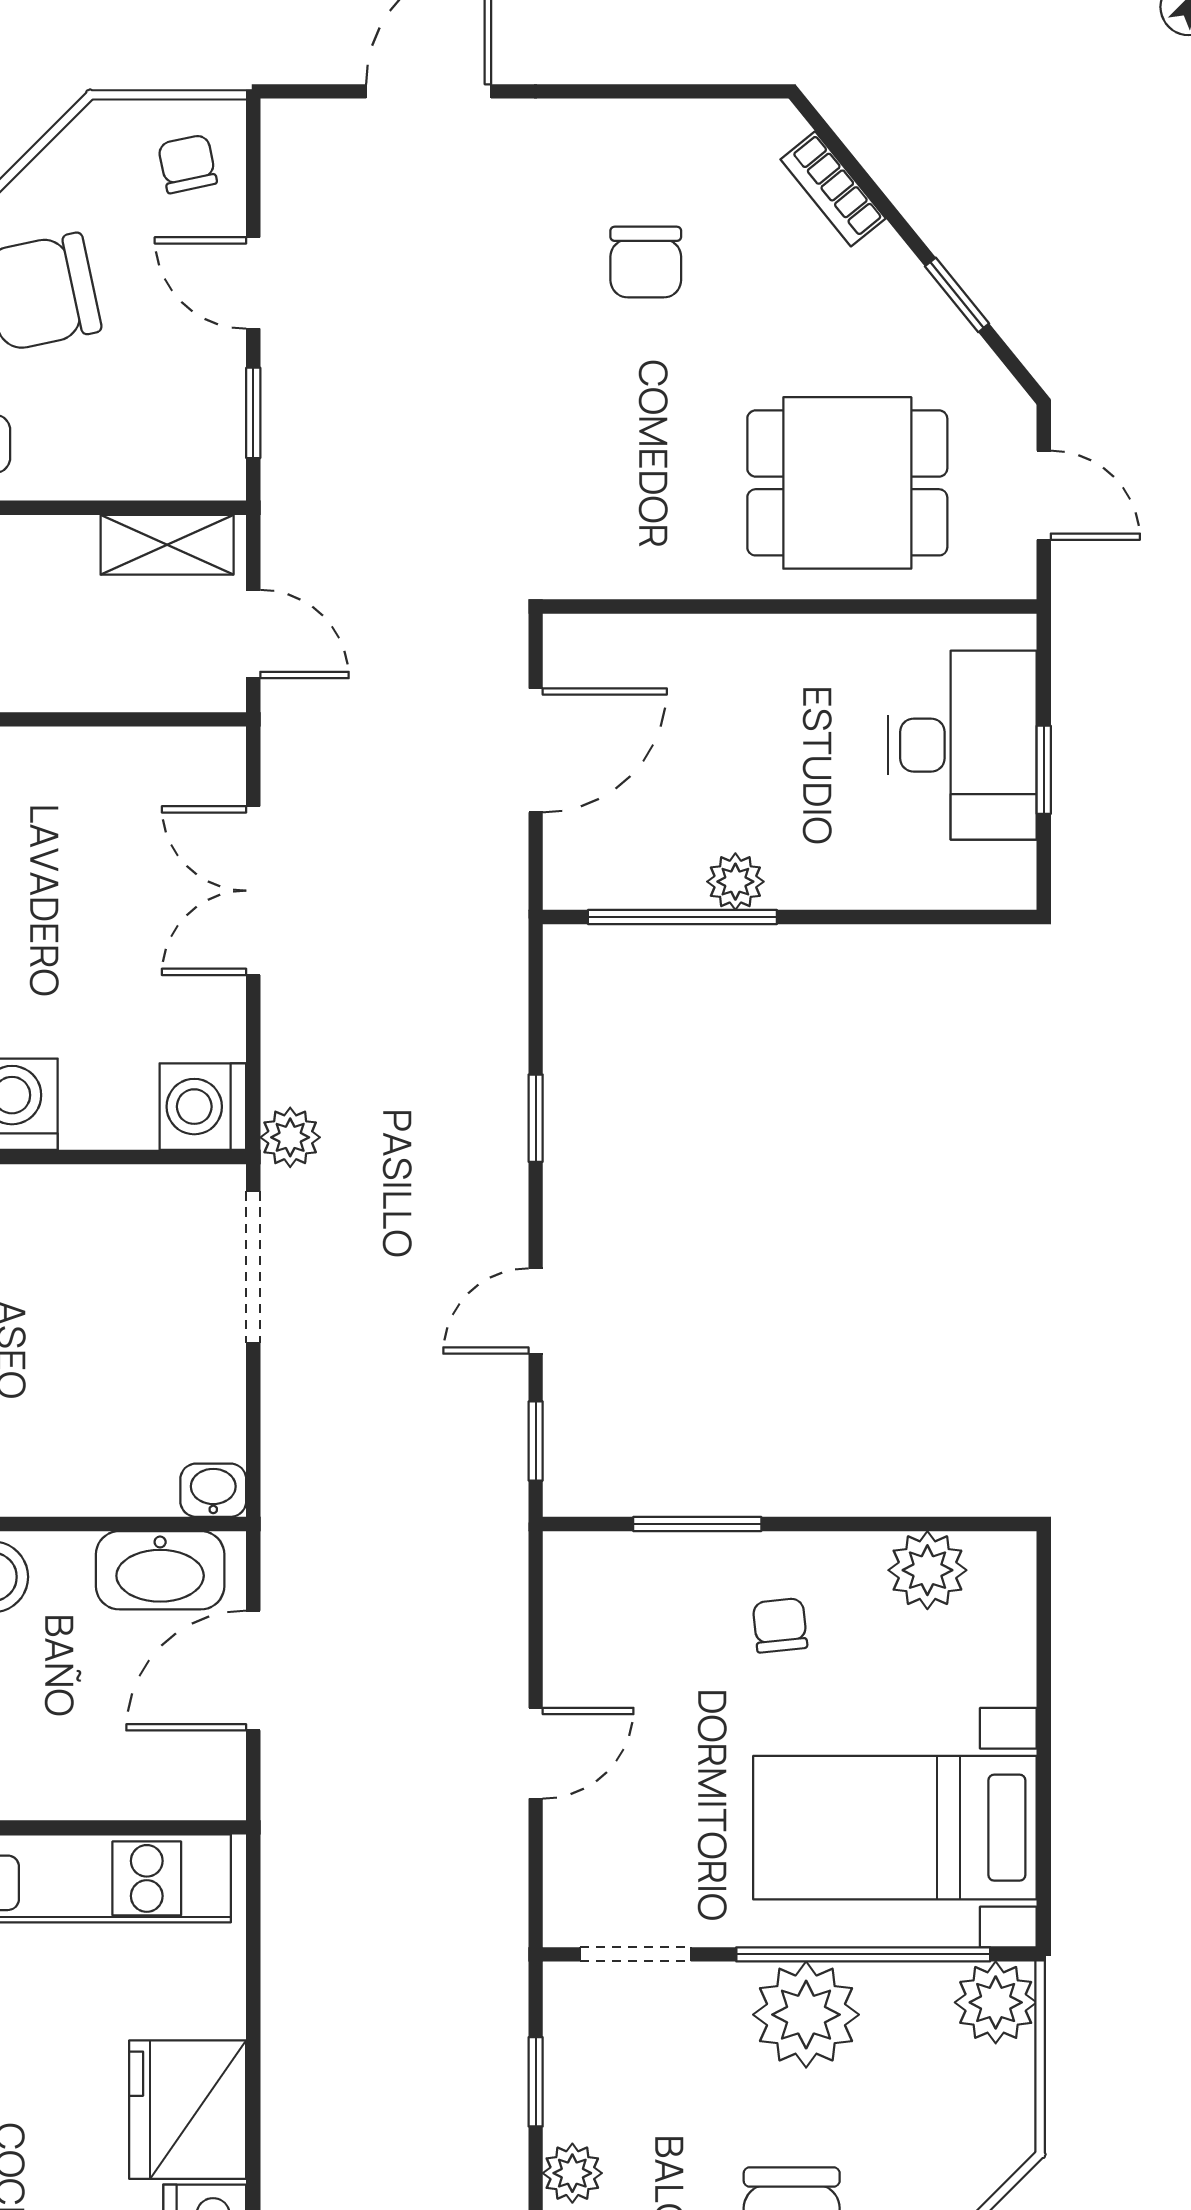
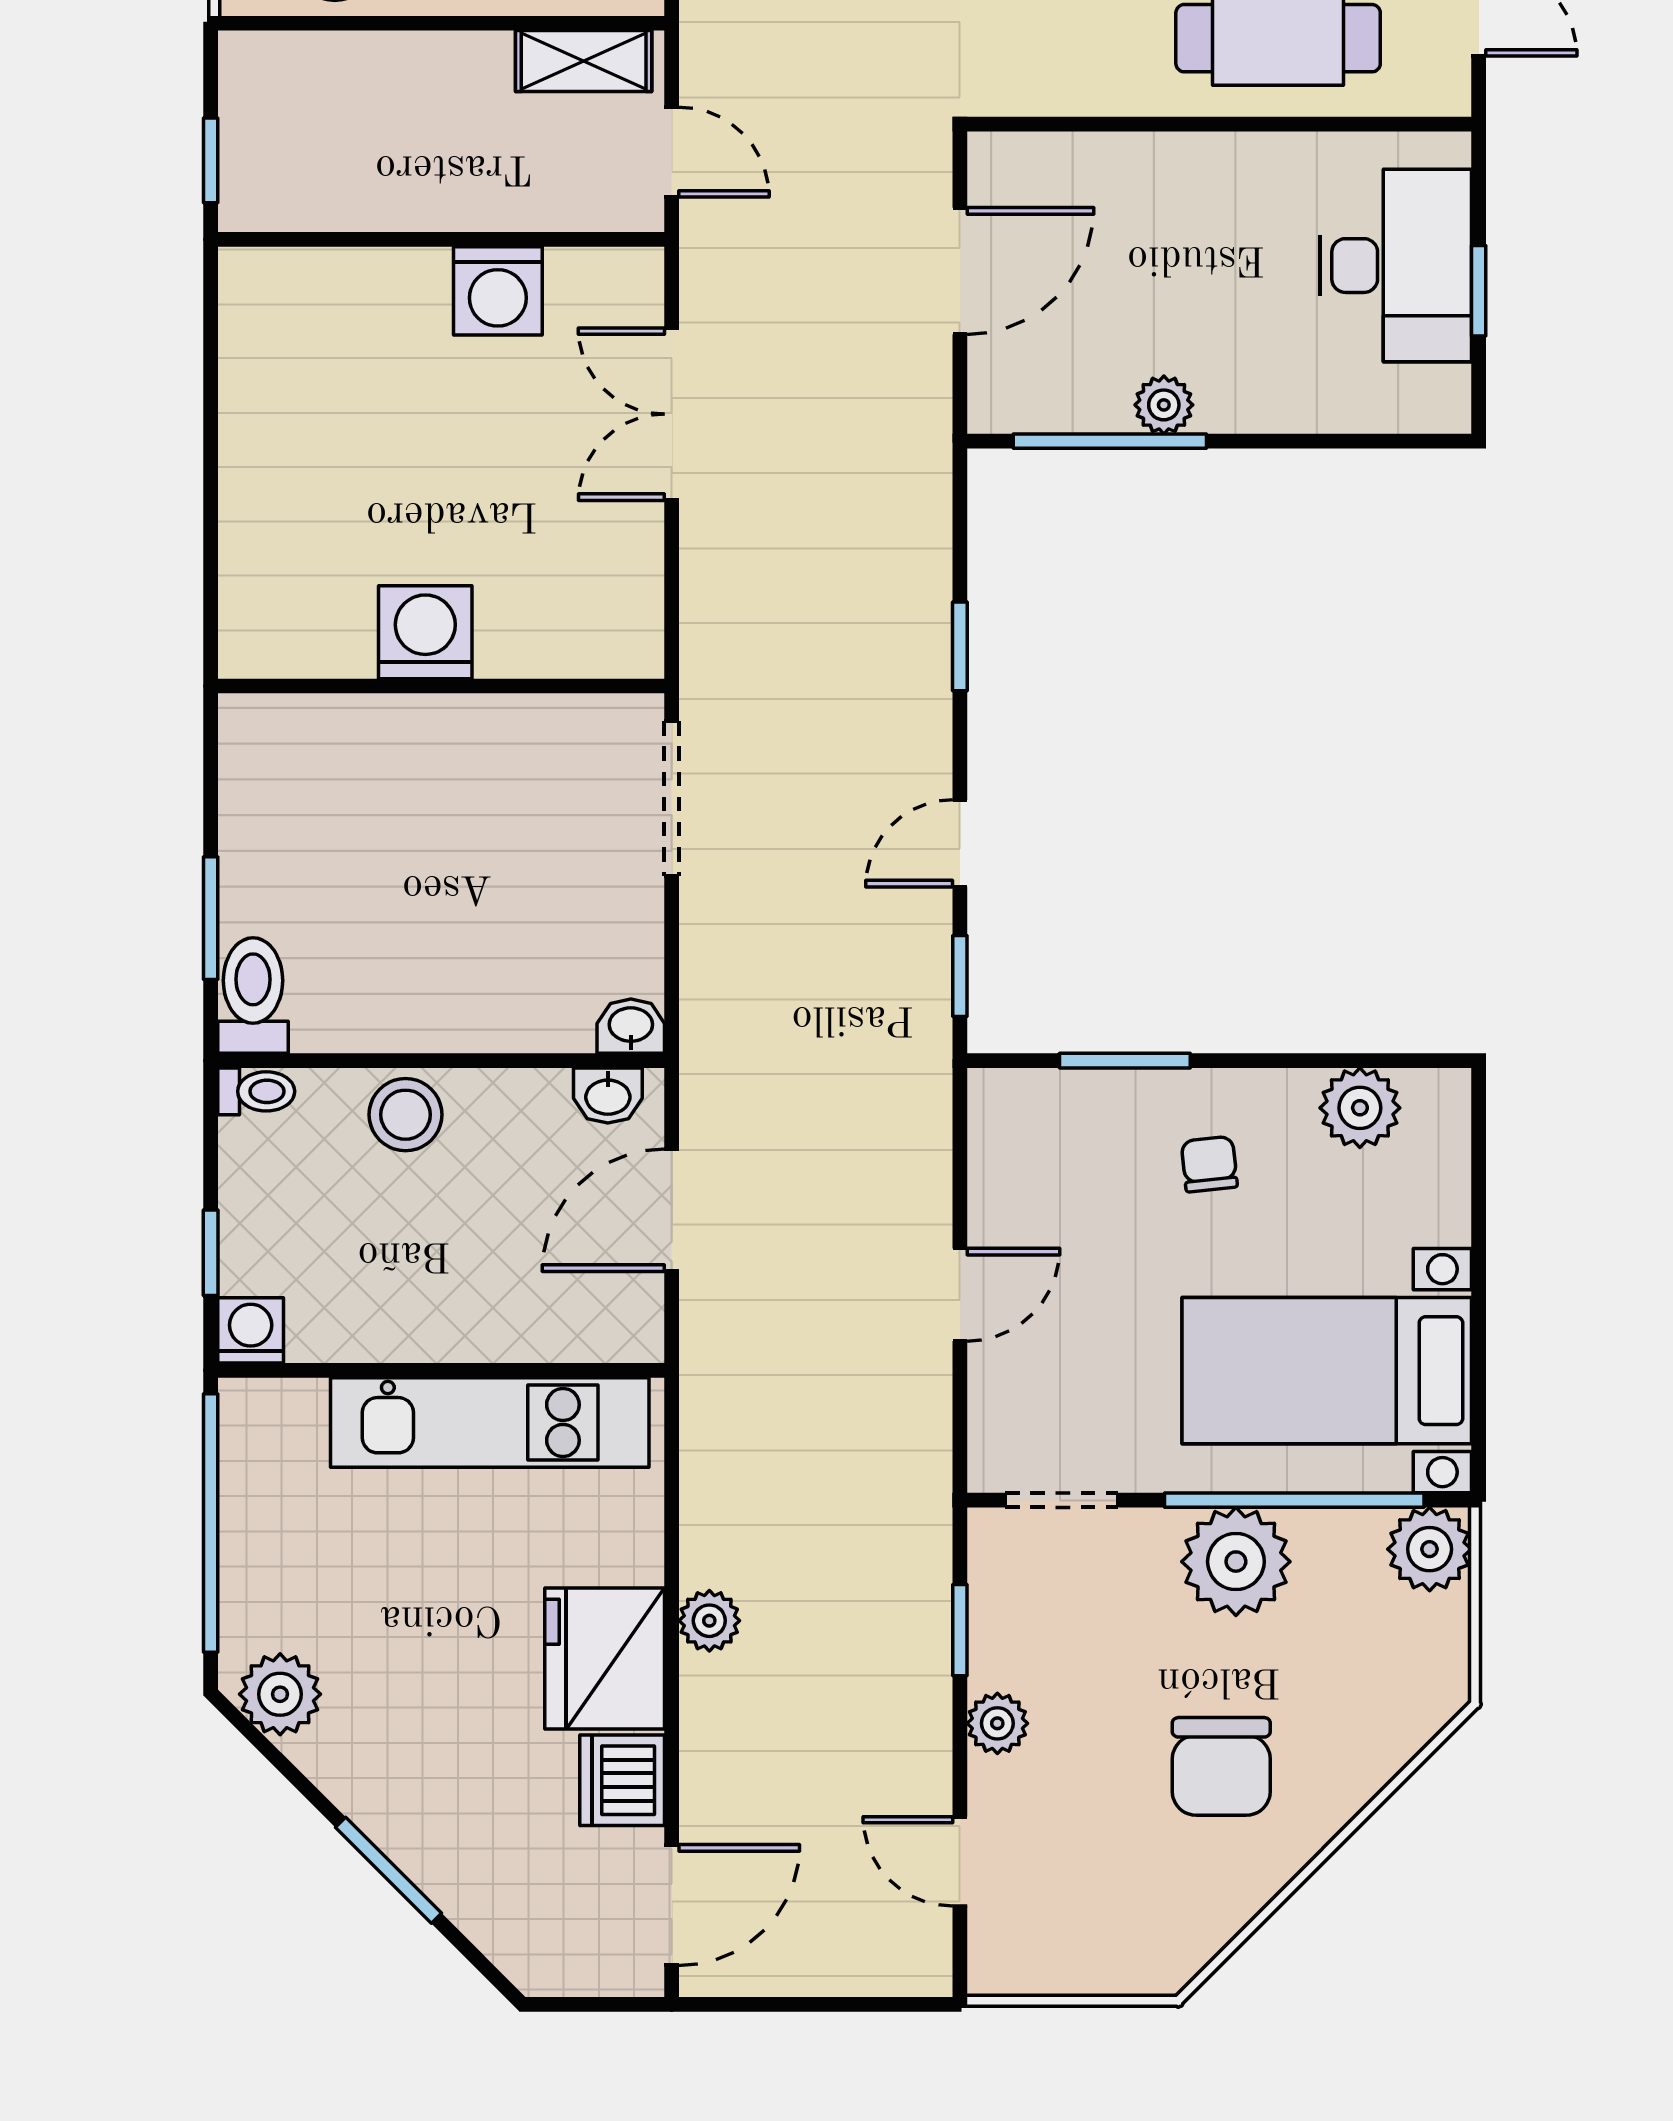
washing machine: (203, 1107) -> (498, 291), moved, turned -90
plant: (290, 1137) -> (709, 1621), moved
washbasin: (160, 1570) -> (608, 1096), width x0.52, depth x0.69

